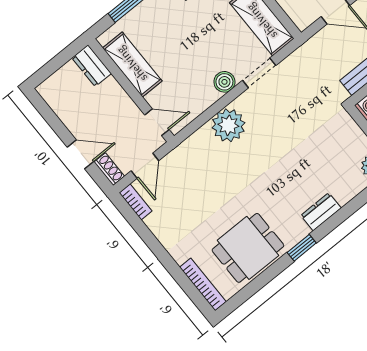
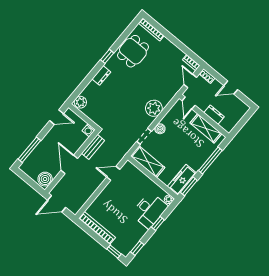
dresser: (92, 66) -> (214, 115), moved
door: (157, 122) -> (189, 103), hinge flipped
door: (80, 154) -> (231, 88), moved

